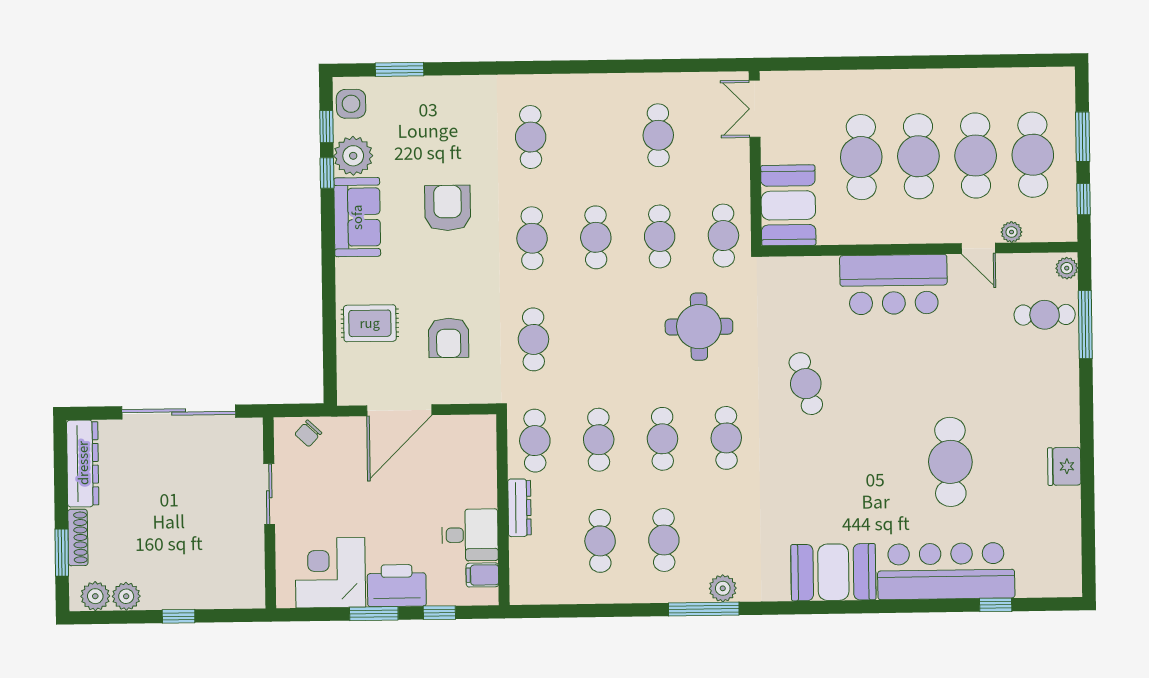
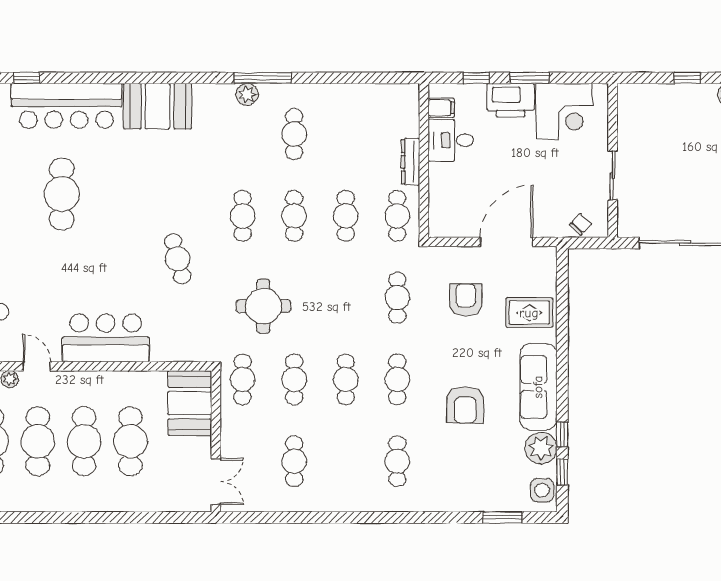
sofa: (357, 217) -> (538, 387), width x1.36
cafe table: (600, 541) -> (346, 134), removed

